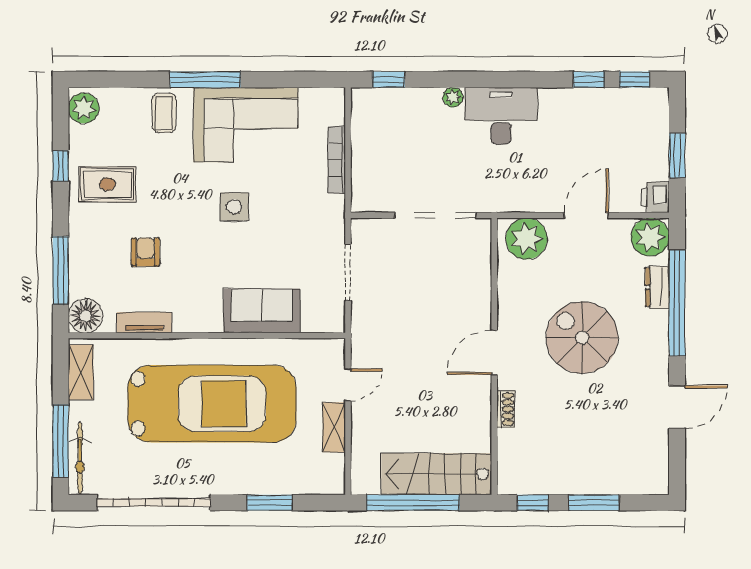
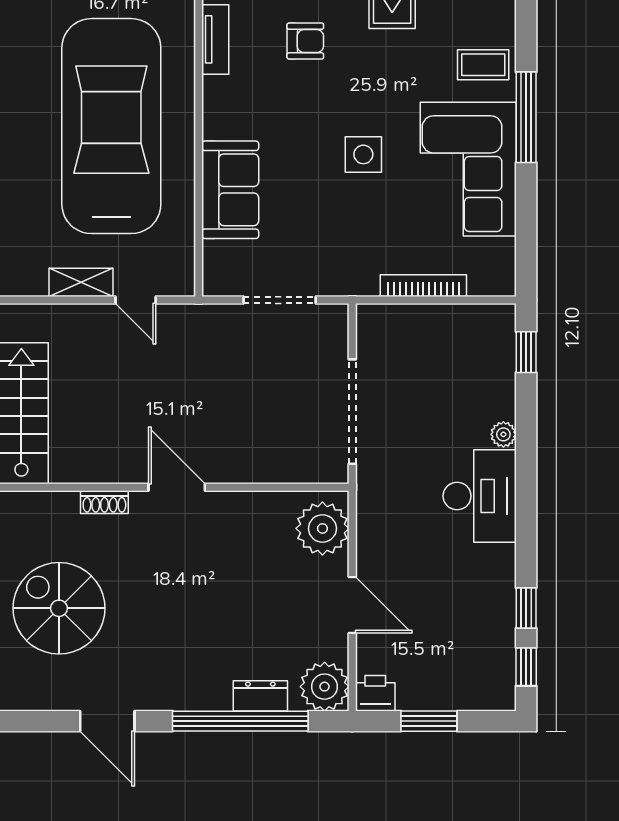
spiral stairs: (582, 338) -> (59, 608), moved, turned -90
car: (212, 404) -> (111, 126), turned 180

